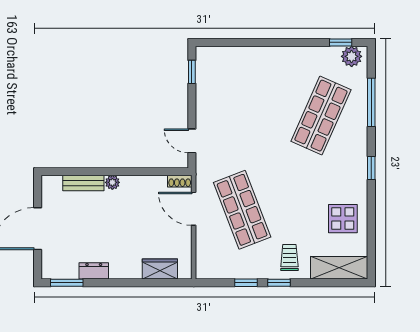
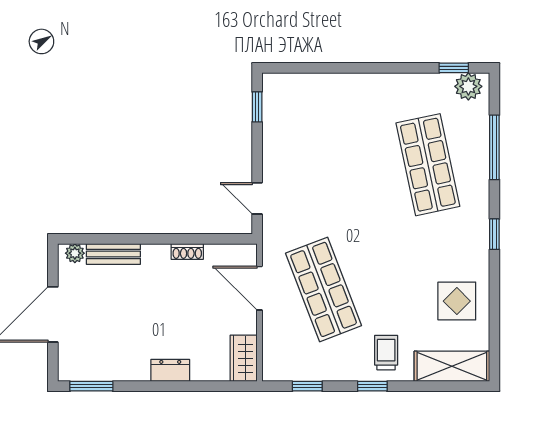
shop shelf: (321, 116) -> (428, 165), turned -36
shoe rack: (180, 181) -> (187, 252), moved
plant: (112, 182) -> (75, 253), moved
wardrobe: (160, 269) -> (244, 358), moved, turned -90
dresser: (94, 271) -> (170, 370), moved
window: (246, 283) -> (307, 386), moved

